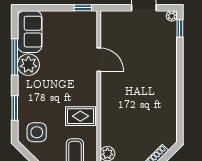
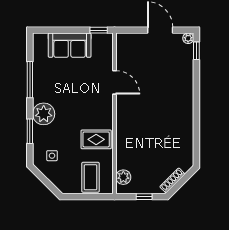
sofa: (30, 32) -> (70, 45), moved, turned 90
plant: (28, 65) -> (44, 114), moved
side table: (37, 132) -> (52, 156), width x0.54, depth x0.54

